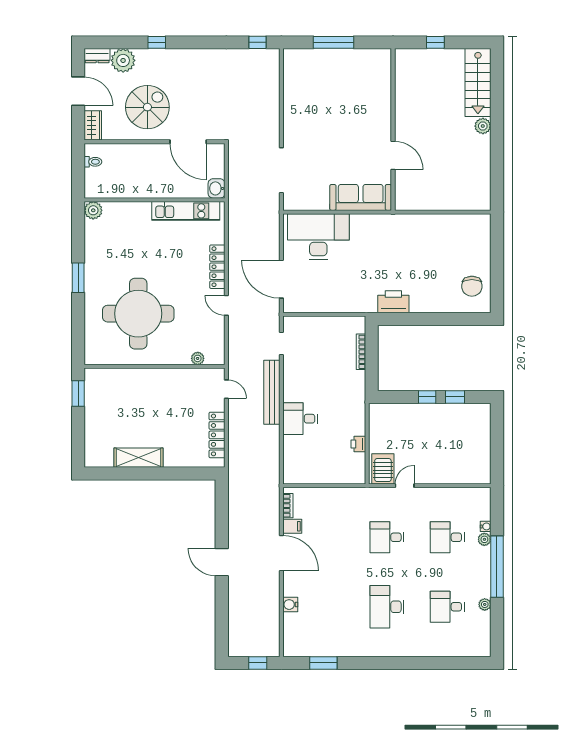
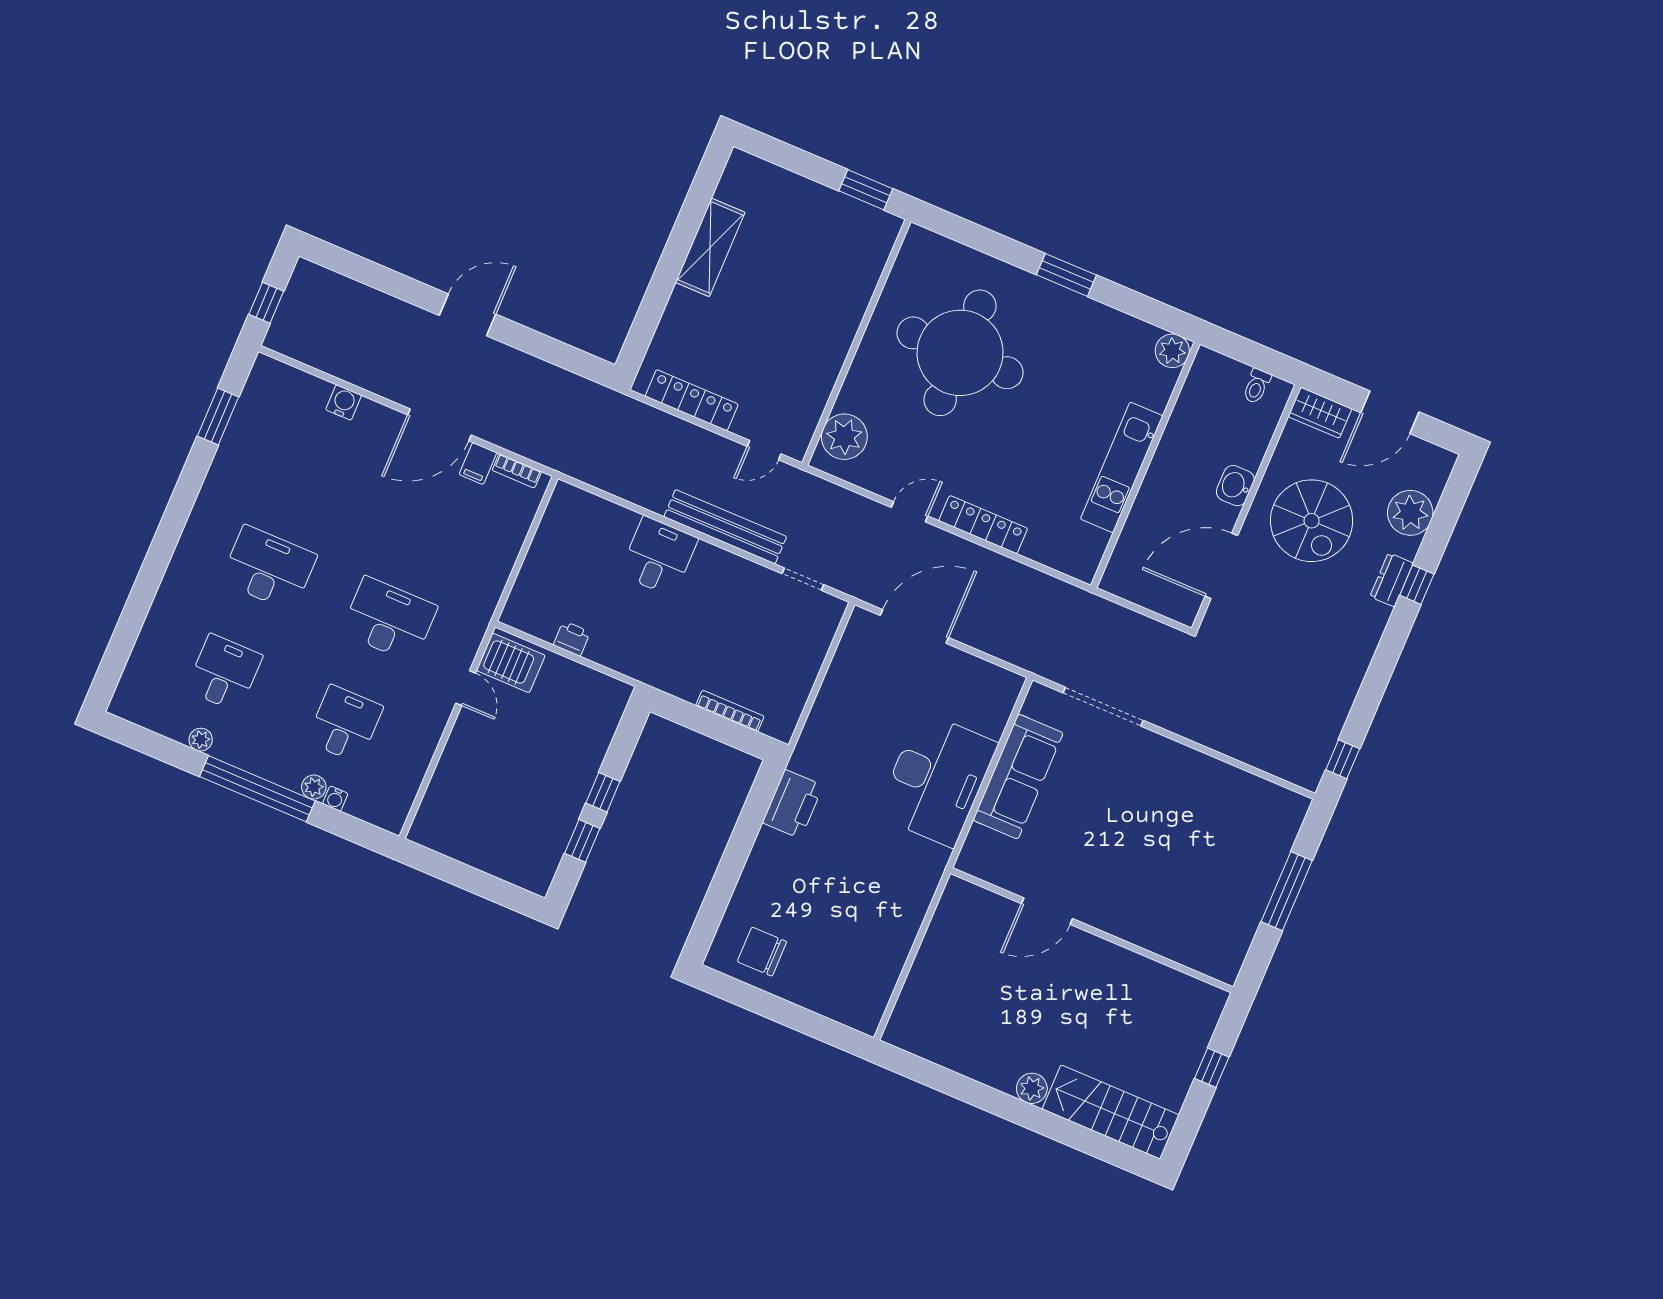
dresser: (97, 56) -> (1392, 580), moved
washbasin: (217, 188) -> (1235, 486), moved, turned -90
sofa: (361, 197) -> (1018, 777), moved
kitchen unit: (186, 211) -> (1122, 467), moved
desk: (318, 237) -> (937, 779), moved
plant: (198, 358) -> (844, 437), width x1.88, depth x1.88
desk: (387, 537) -> (389, 619), width x1.37

